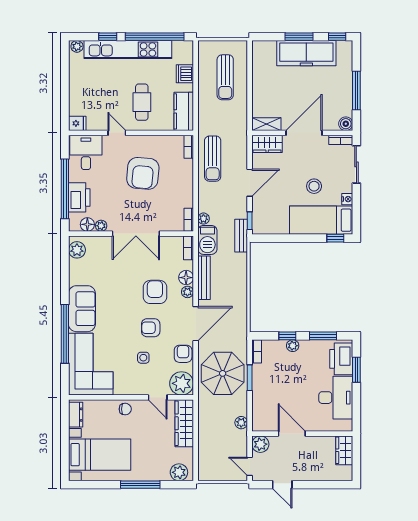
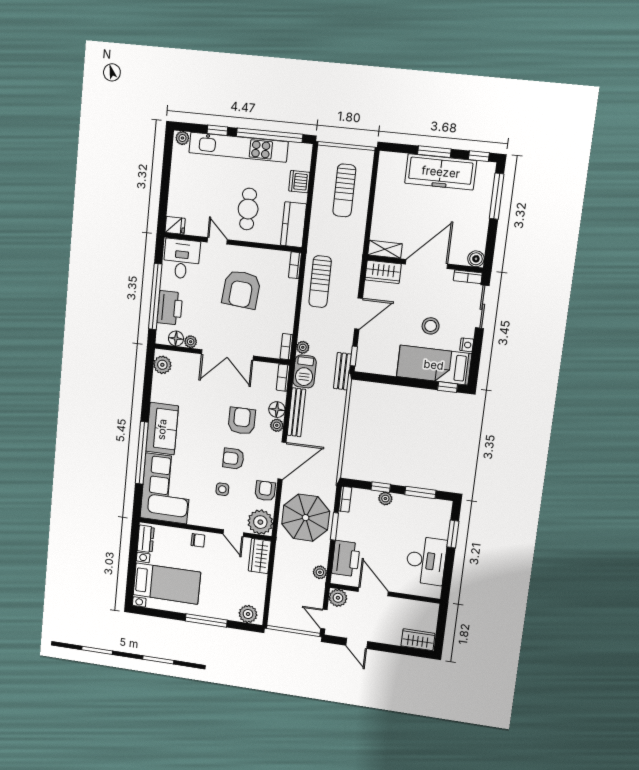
window: (356, 91) -> (497, 196), moved
printer: (341, 359) -> (346, 558), moved, turned 180
wardrobe: (184, 423) -> (260, 556), width x0.67
wardrobe: (344, 450) -> (418, 640), moved, turned 90

